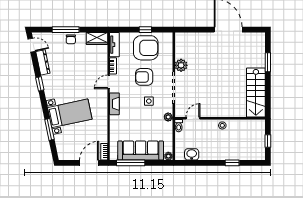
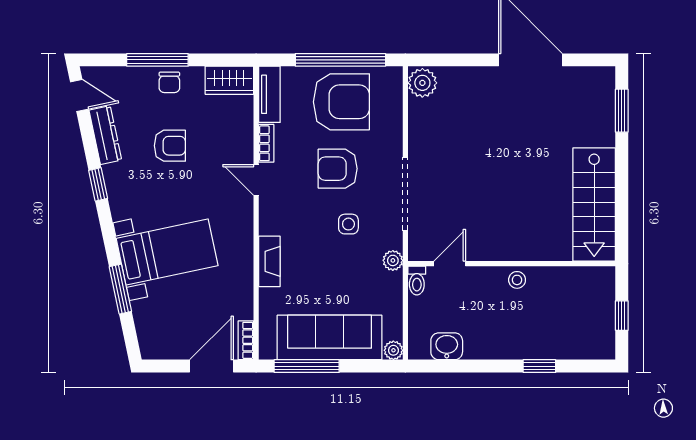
window: (145, 30) -> (340, 60), width x3.17
window: (268, 62) -> (622, 111), moved
plant: (181, 65) -> (422, 83), moved
armchair: (71, 67) -> (170, 146), added
door: (109, 82) -> (256, 180), hinge flipped
fireplace: (114, 104) -> (269, 261), moved

